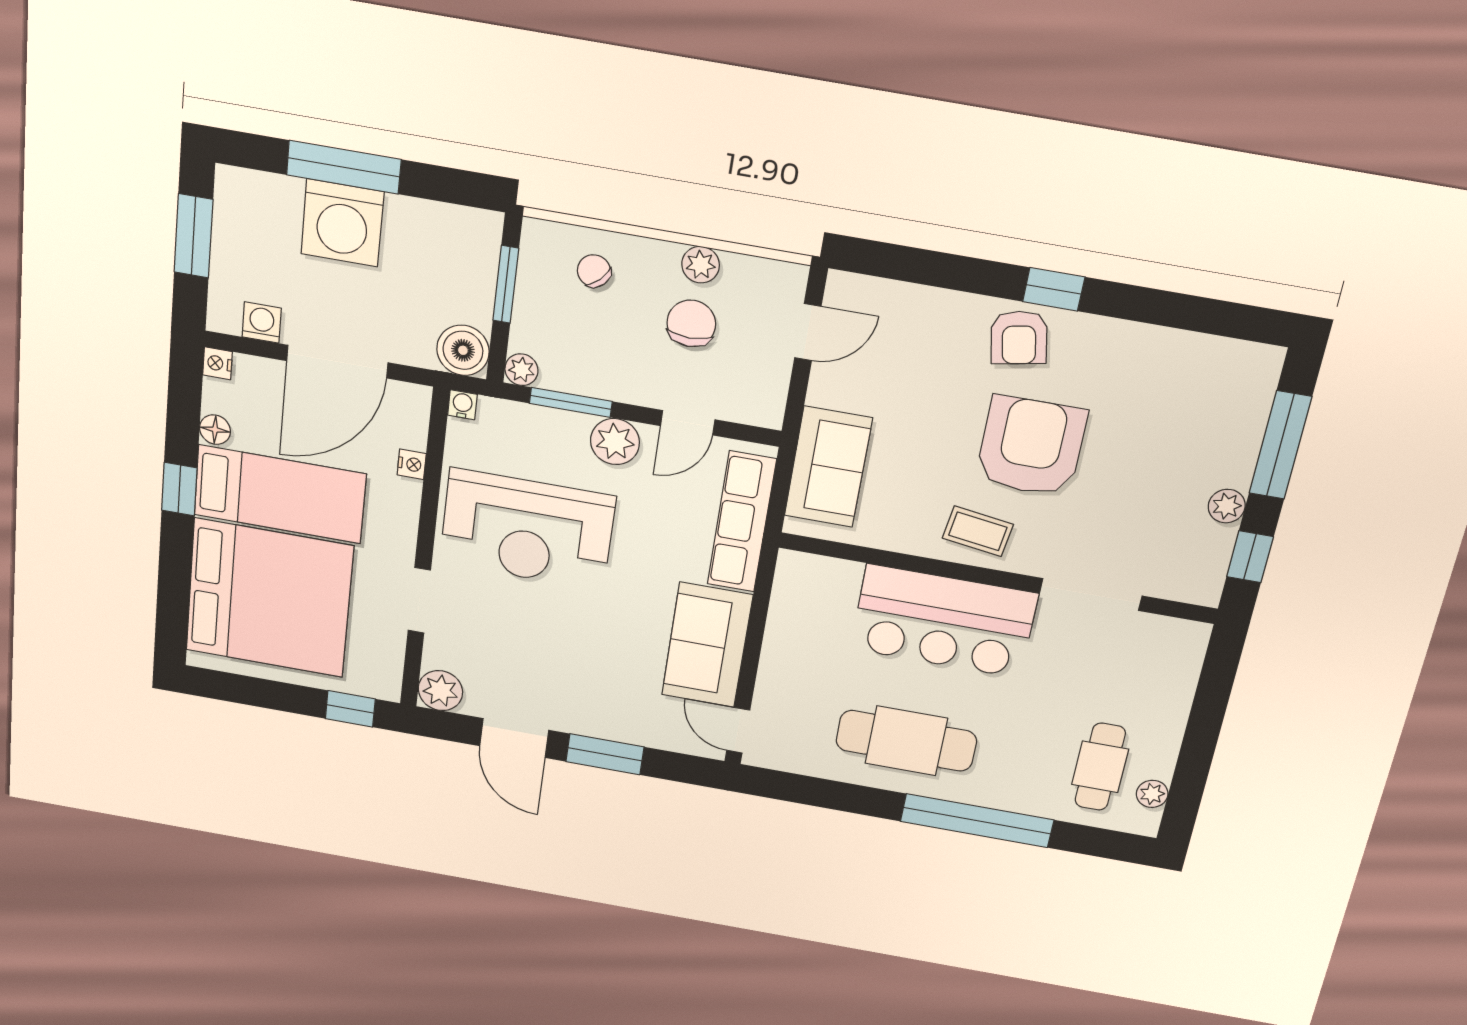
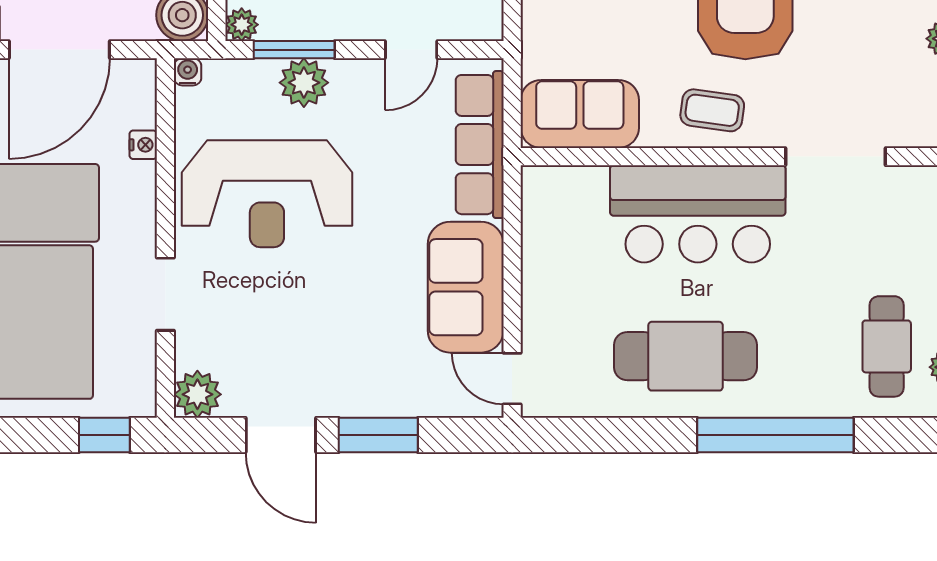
plant: (615, 442) -> (304, 83), moved
sofa: (828, 467) -> (580, 114), moved, turned -90

